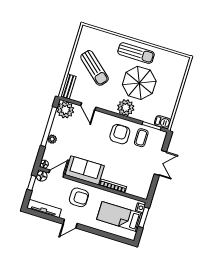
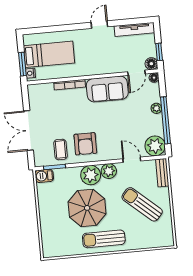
plant: (110, 105) -> (109, 171), added
double door: (160, 163) -> (28, 131), width x1.37
armchair: (79, 197) -> (102, 57), removed

